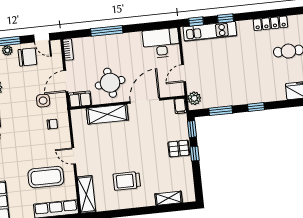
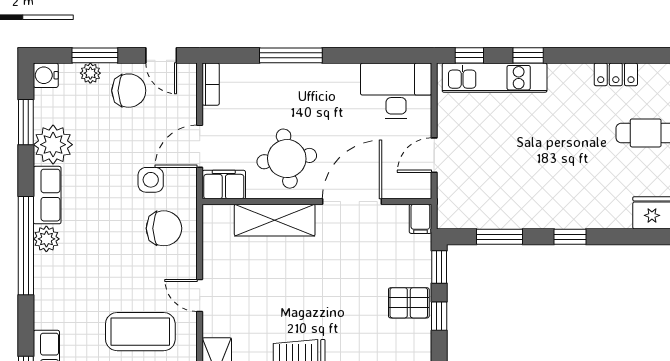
locker: (270, 23) -> (616, 74), width x0.66
plant: (194, 98) -> (450, 207), removed
chair: (52, 124) -> (164, 228), width x1.87, depth x1.87

